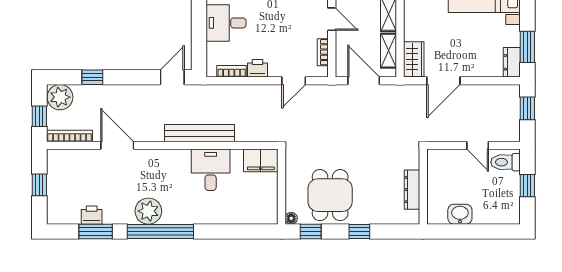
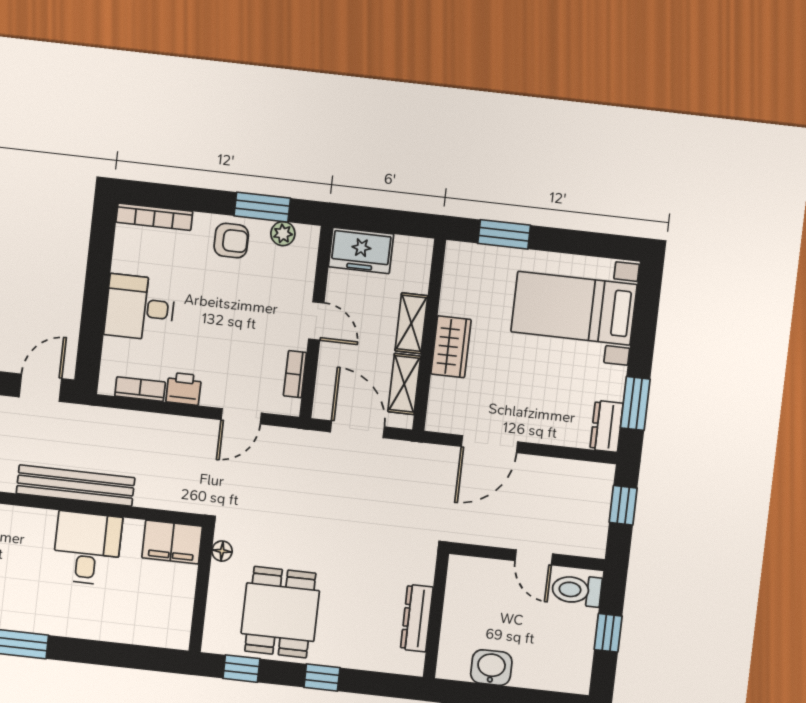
wardrobe: (414, 59) -> (451, 347), moved
floor lamp: (291, 218) -> (222, 551), moved

